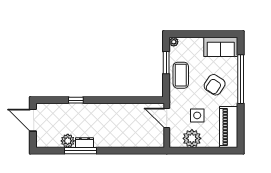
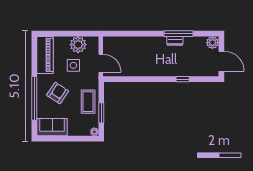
plant: (68, 141) -> (212, 43), moved

